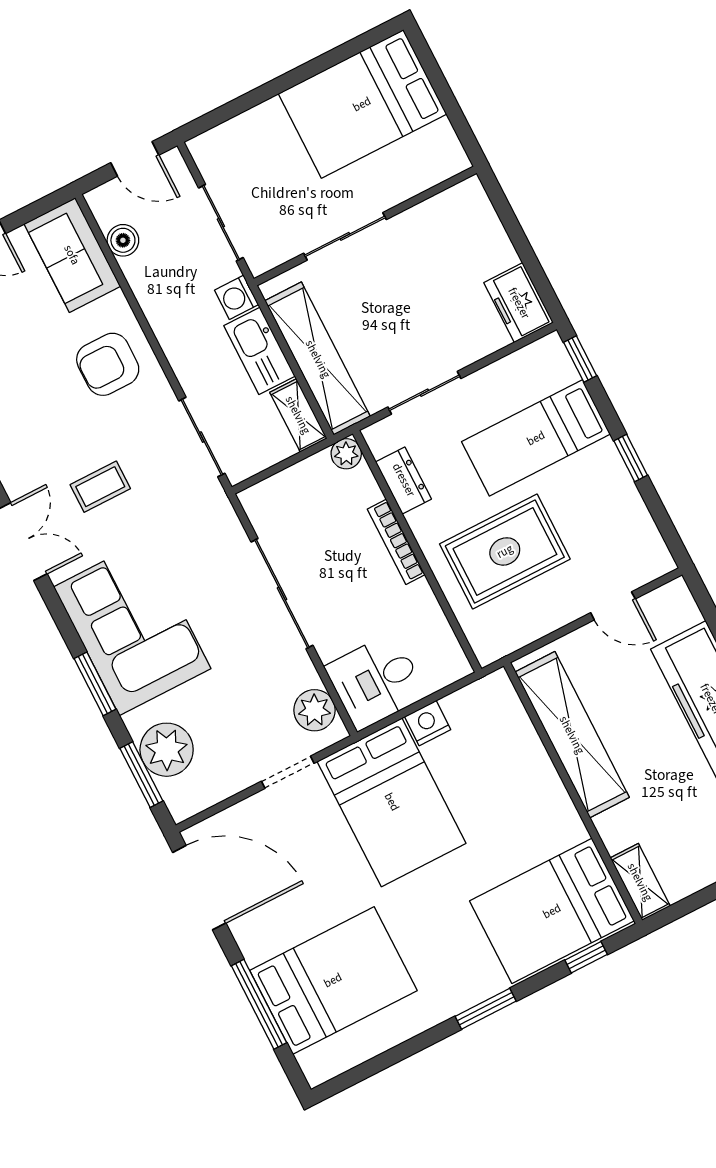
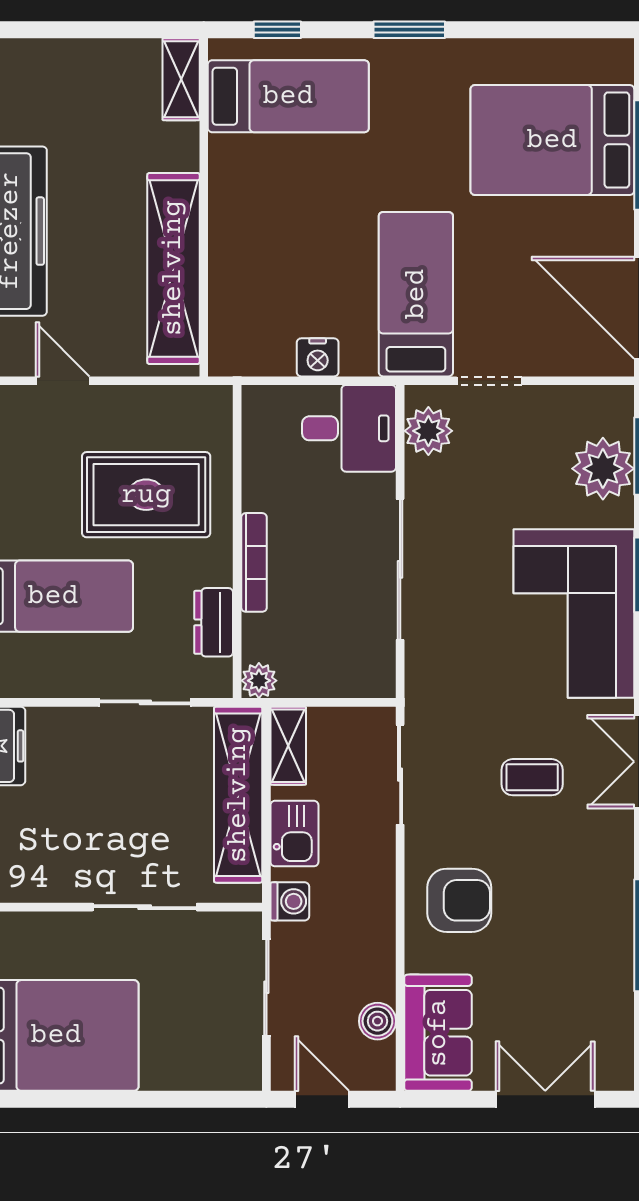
kitchen sink: (259, 351) -> (294, 834), width x0.73
bed: (392, 802) -> (416, 294), width x0.67
bed: (552, 911) -> (288, 96), width x0.67

